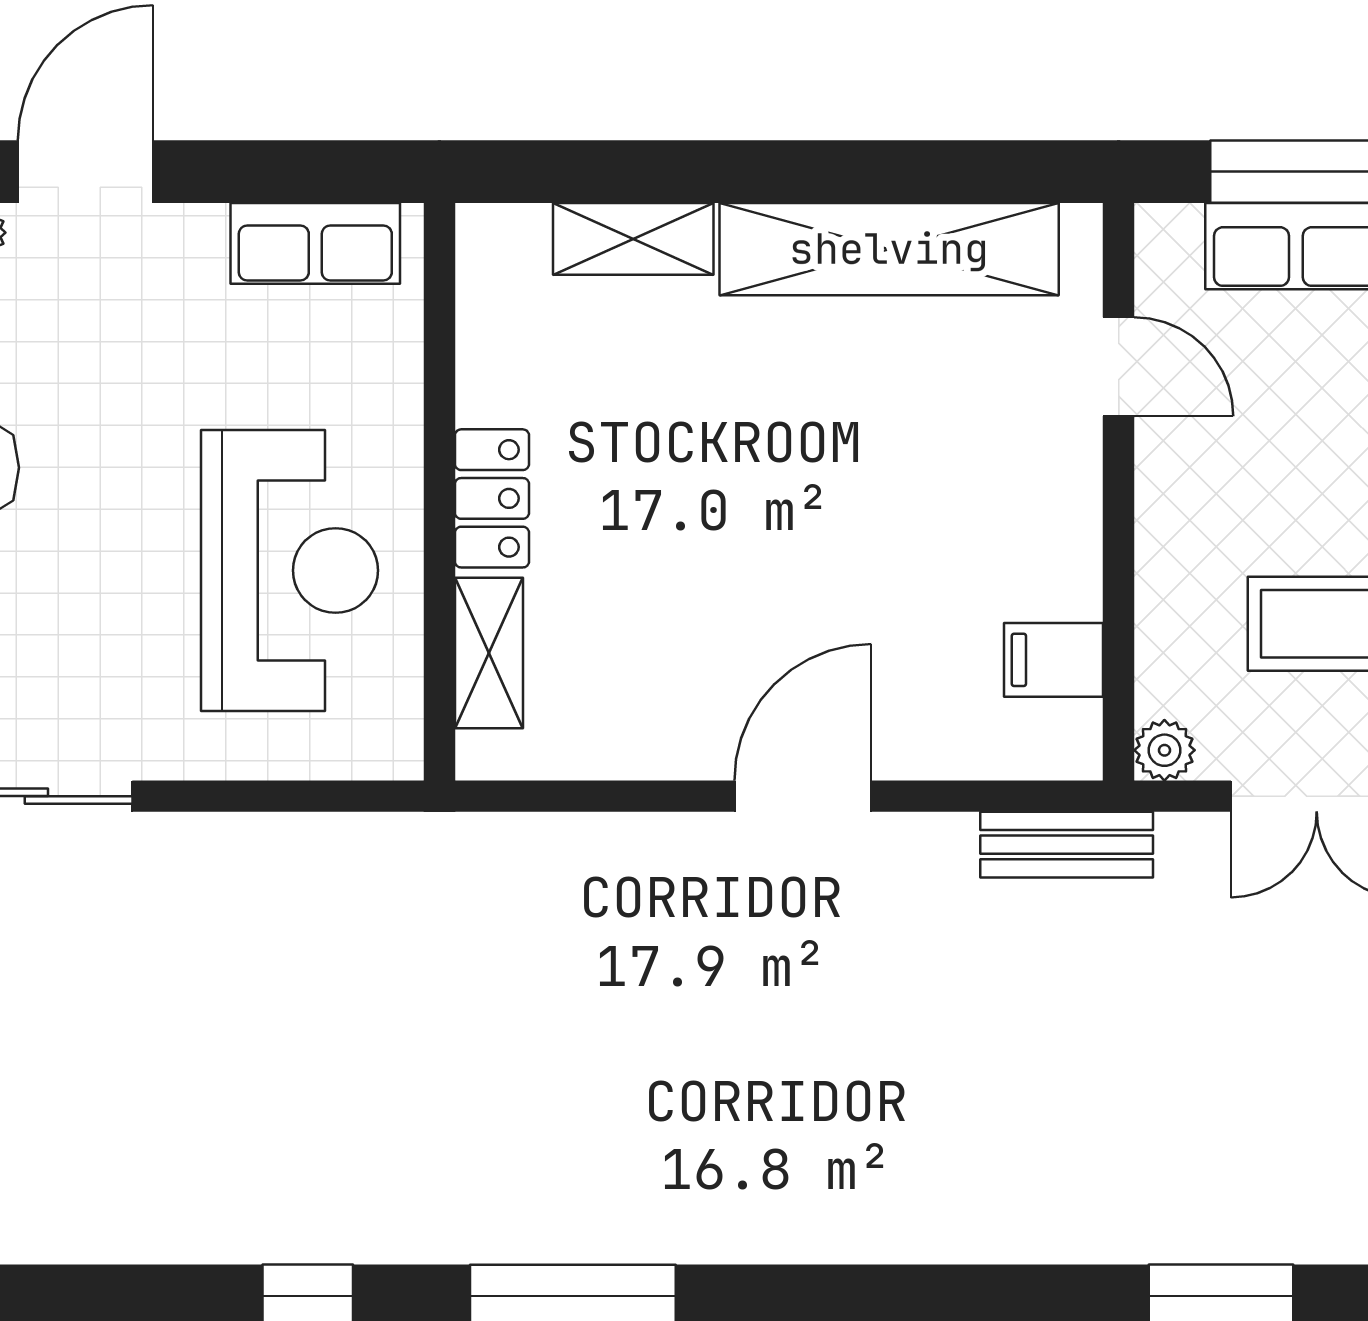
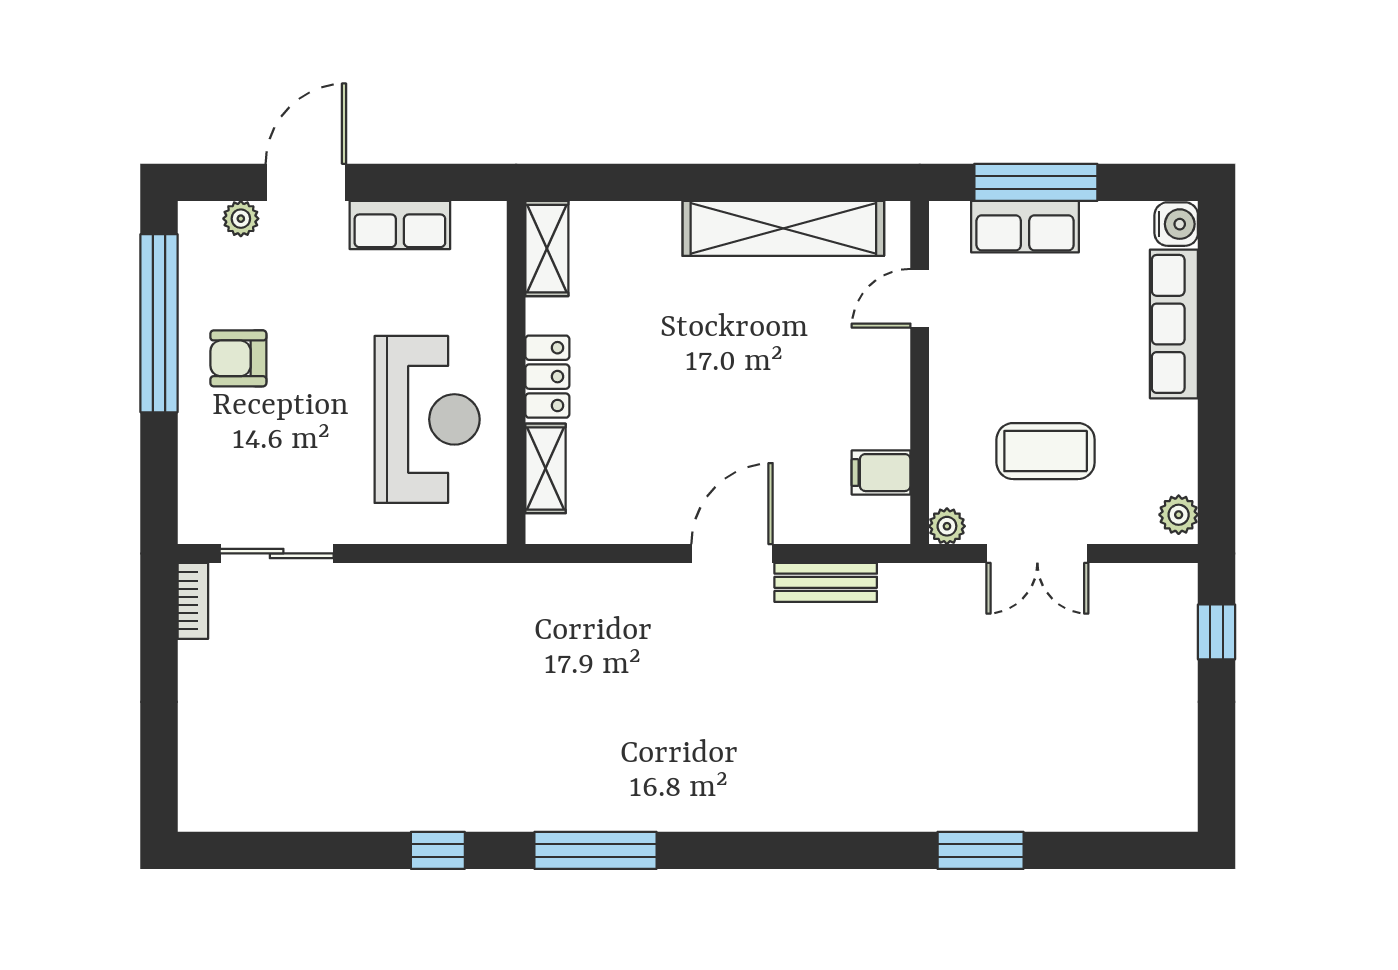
shelving: (633, 239) -> (547, 249), moved, turned 90
row of seats: (315, 243) -> (400, 225), moved
door: (1119, 367) -> (920, 298), swing flipped
bench: (1067, 845) -> (826, 582), moved

